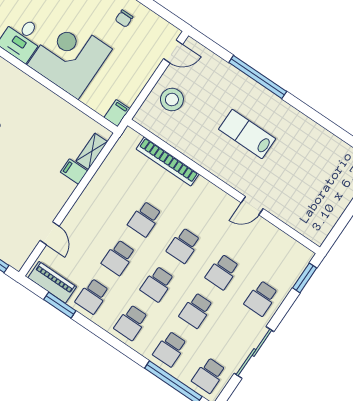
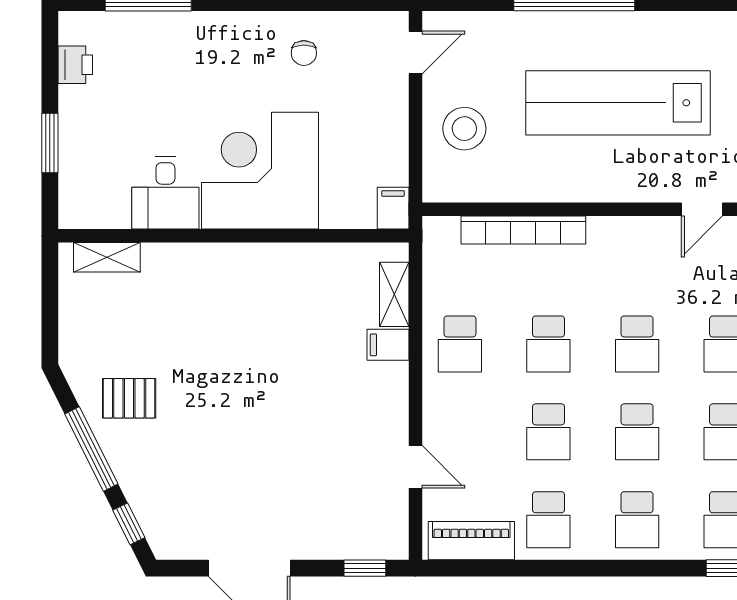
lab bench: (247, 134) -> (618, 103), width x1.86, depth x1.39
school desk: (106, 193) -> (460, 344), added
window: (60, 305) -> (507, 568), removed

